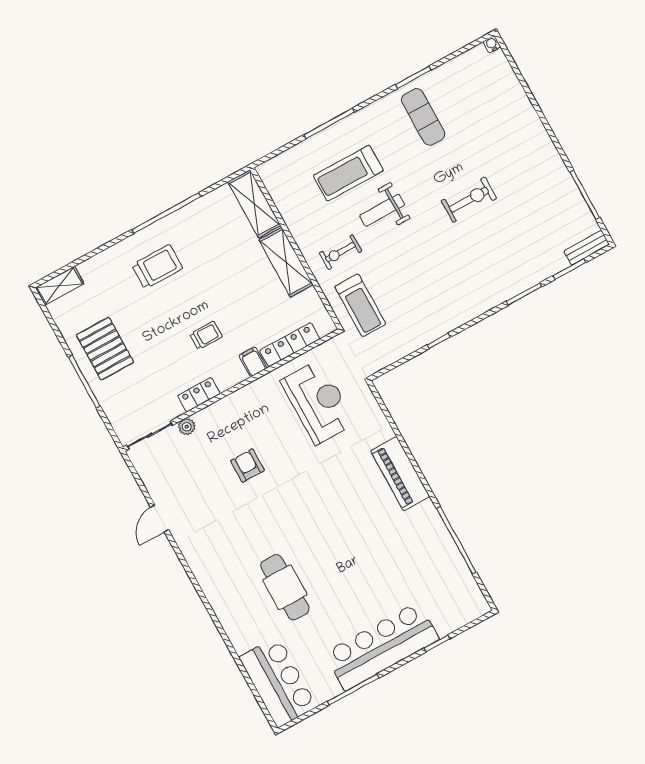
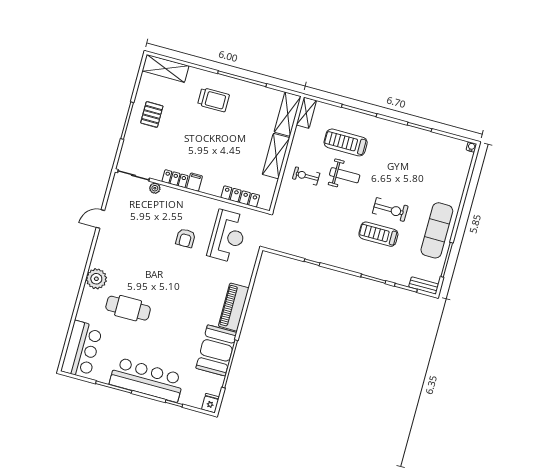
exercise mat: (423, 117) -> (437, 230), moved, width x1.36, depth x1.45
shelving: (273, 182) -> (306, 113), added
weight bench: (382, 210) -> (345, 175), turned 180
shelving: (60, 286) -> (166, 68), width x1.50, depth x1.33
treadmill: (360, 305) -> (378, 234), moved, turned 90
trolley: (206, 335) -> (205, 154), removed
pallet: (105, 349) -> (152, 114), width x0.67, depth x0.71
filing cabinet: (253, 362) -> (195, 182), moved
armchair: (247, 466) -> (186, 238), moved, turned 180
booth: (427, 540) -> (216, 350), added
cafe table: (285, 587) -> (128, 308), turned 90
plant: (219, 589) -> (96, 279), added
fridge: (477, 604) -> (210, 403), added

